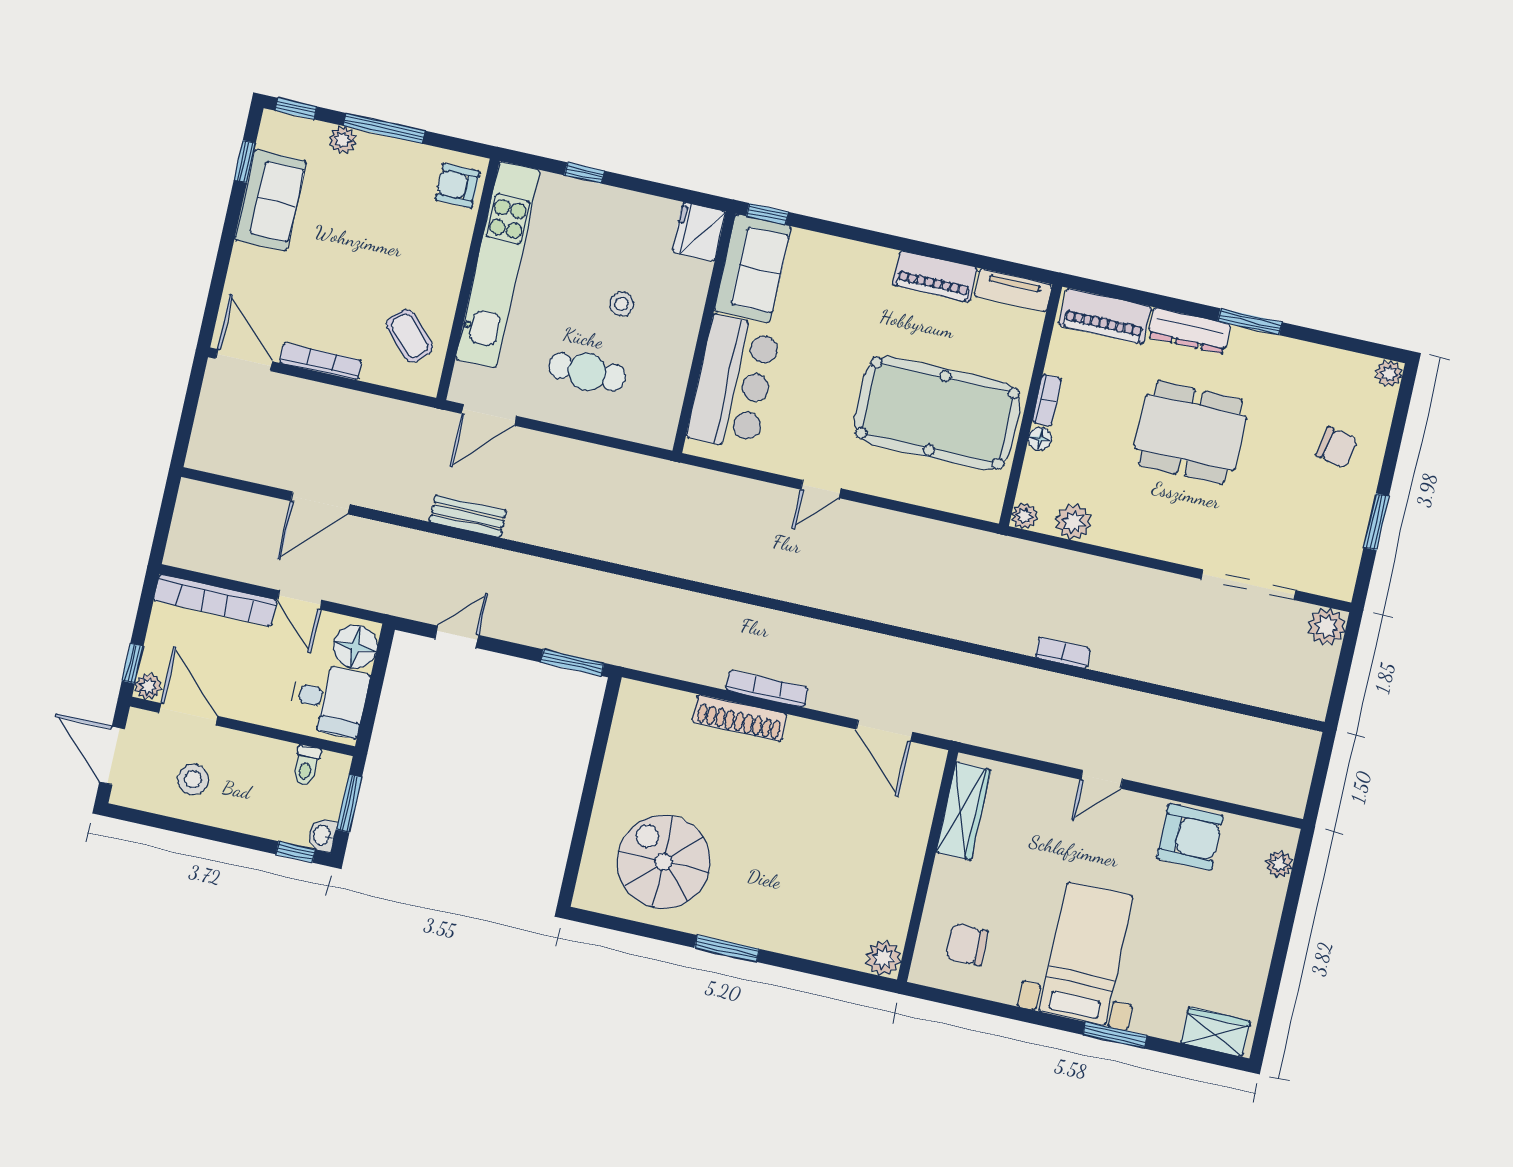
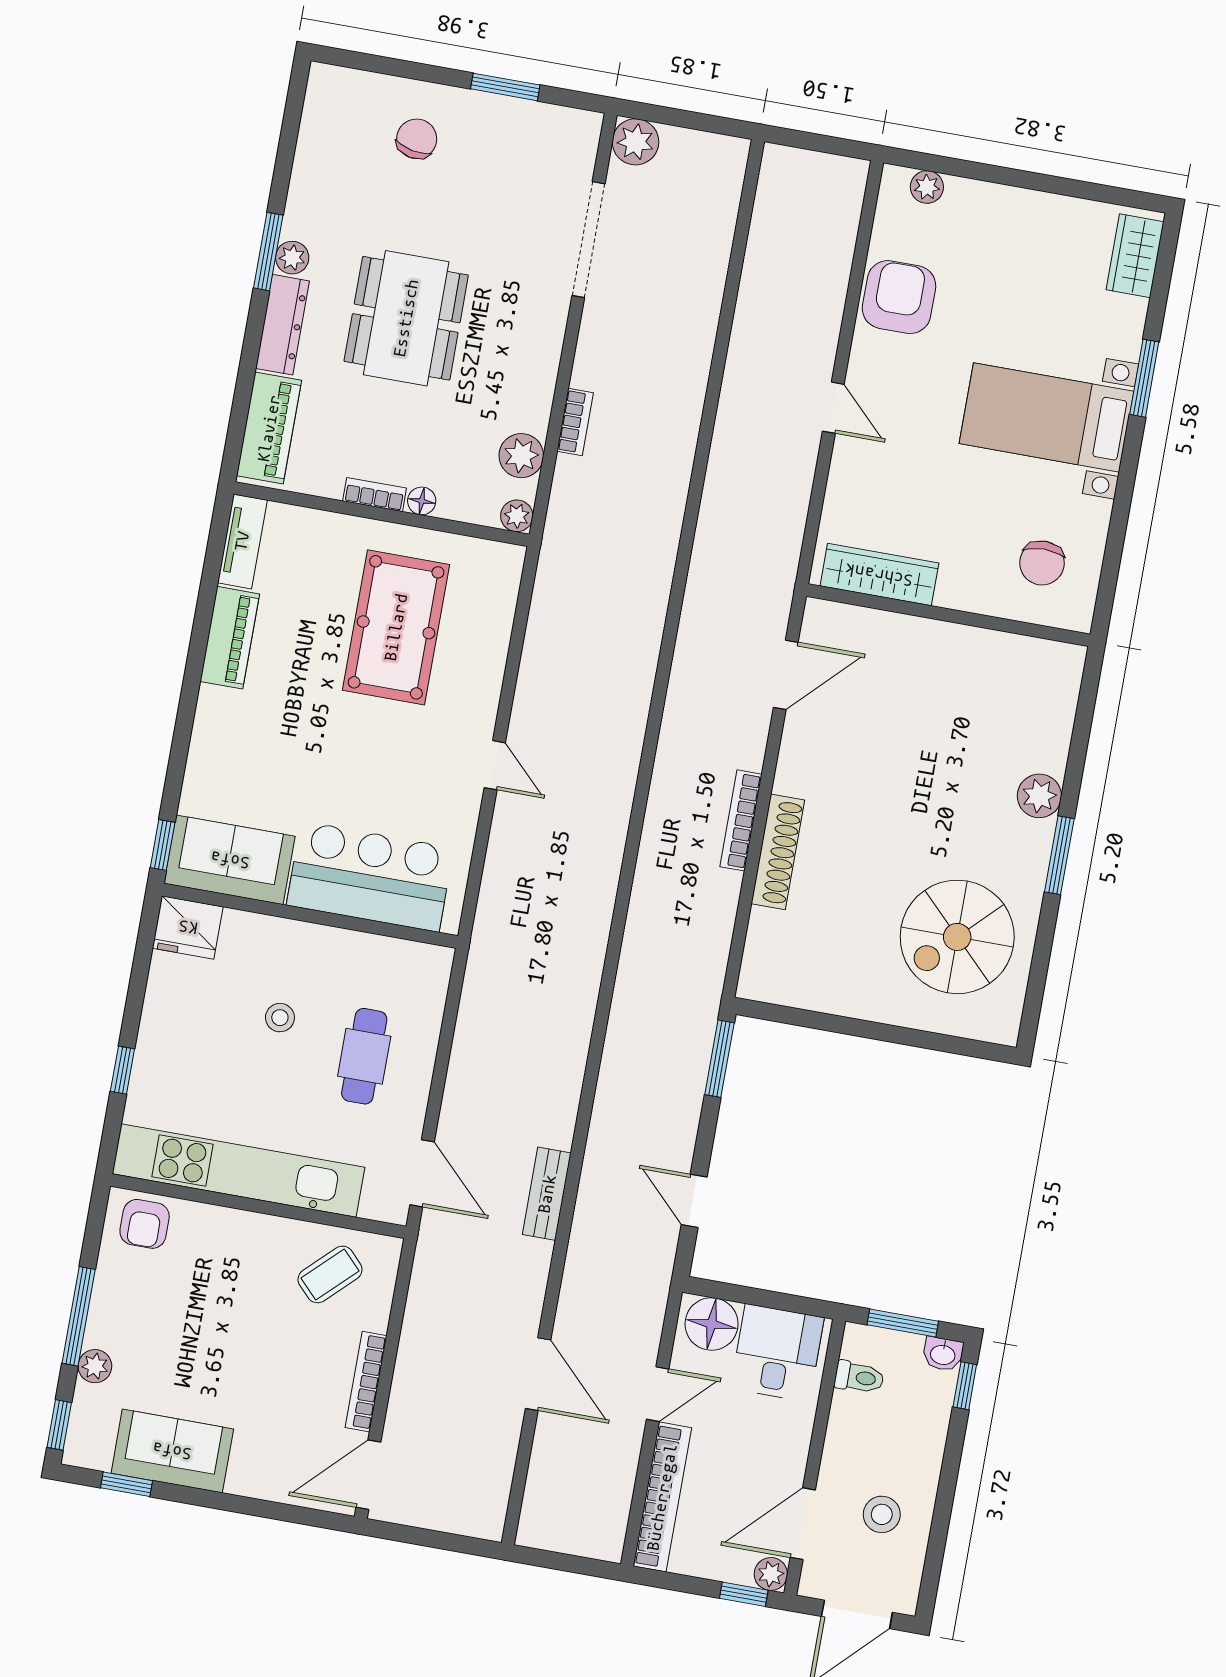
plant: (1389, 374) -> (292, 258), moved
pool table: (937, 413) -> (396, 627), width x0.73, depth x0.76
bookcase: (1063, 653) -> (575, 422), moved, turned 180
plant: (883, 958) -> (1039, 796), moved

